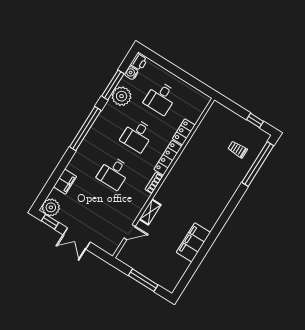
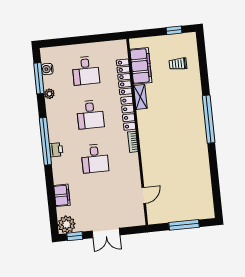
printer: (139, 62) -> (56, 150), moved
window: (113, 85) -> (39, 78), moved
plant: (122, 96) -> (49, 94), width x0.53, depth x0.53
locker: (184, 132) -> (124, 77), width x1.53
window: (258, 164) -> (209, 119), moved
shelving: (150, 212) -> (140, 97), moved
filing cabinet: (193, 242) -> (141, 66), moved, turned 180

